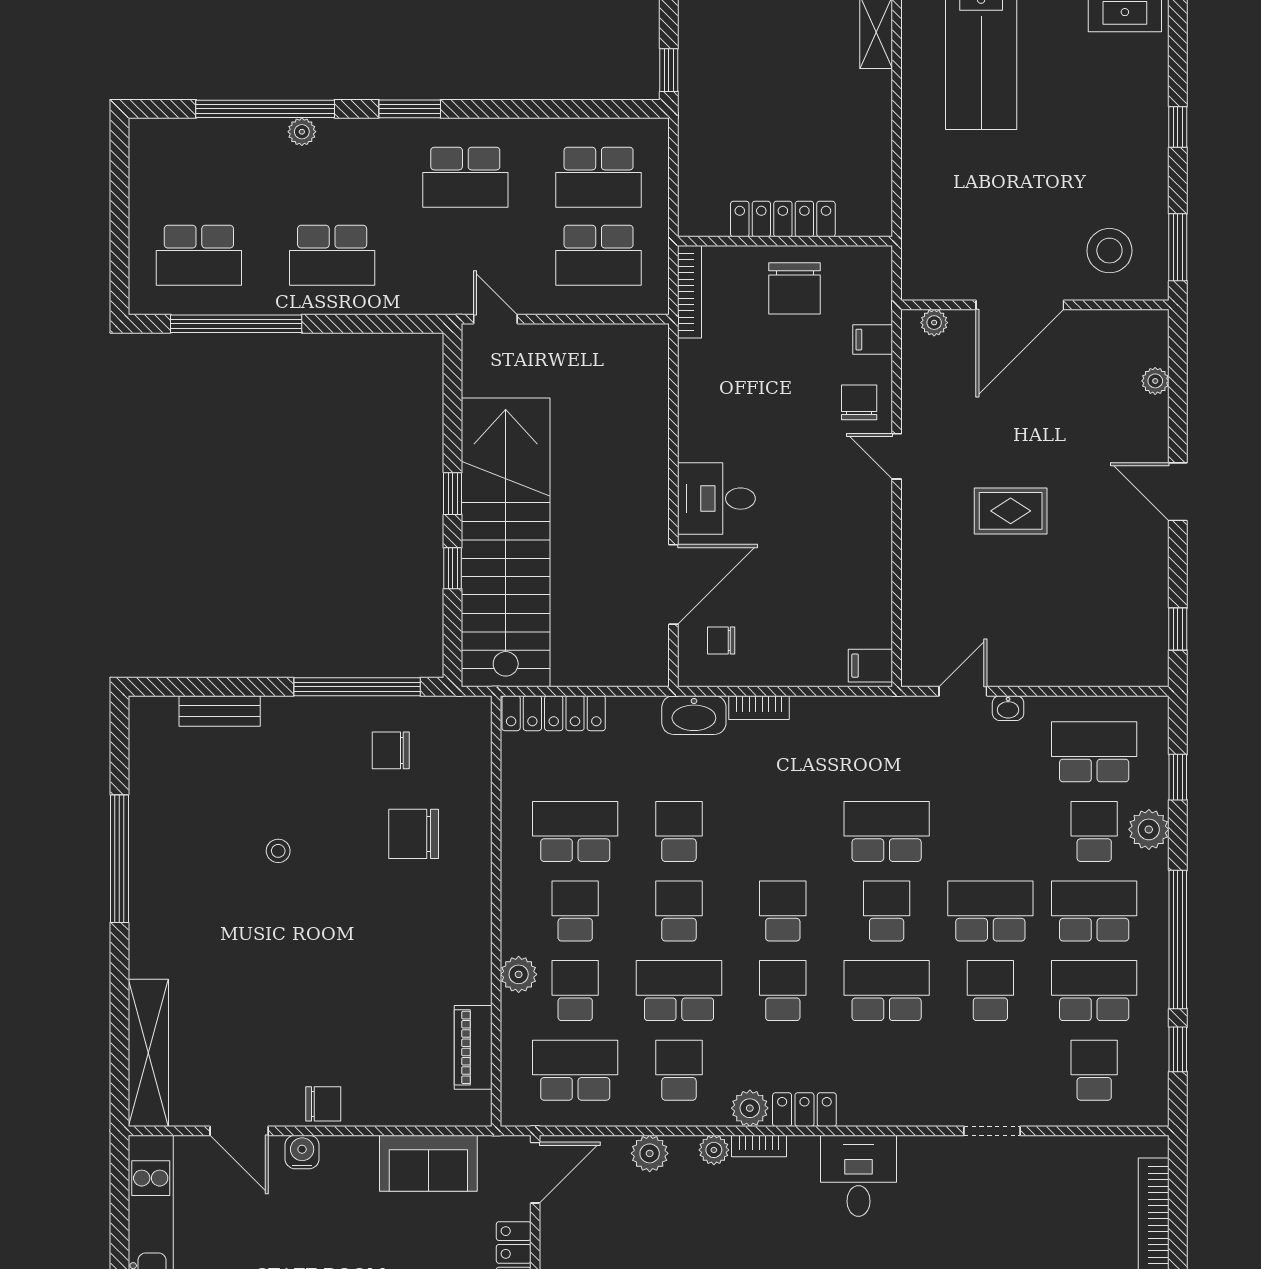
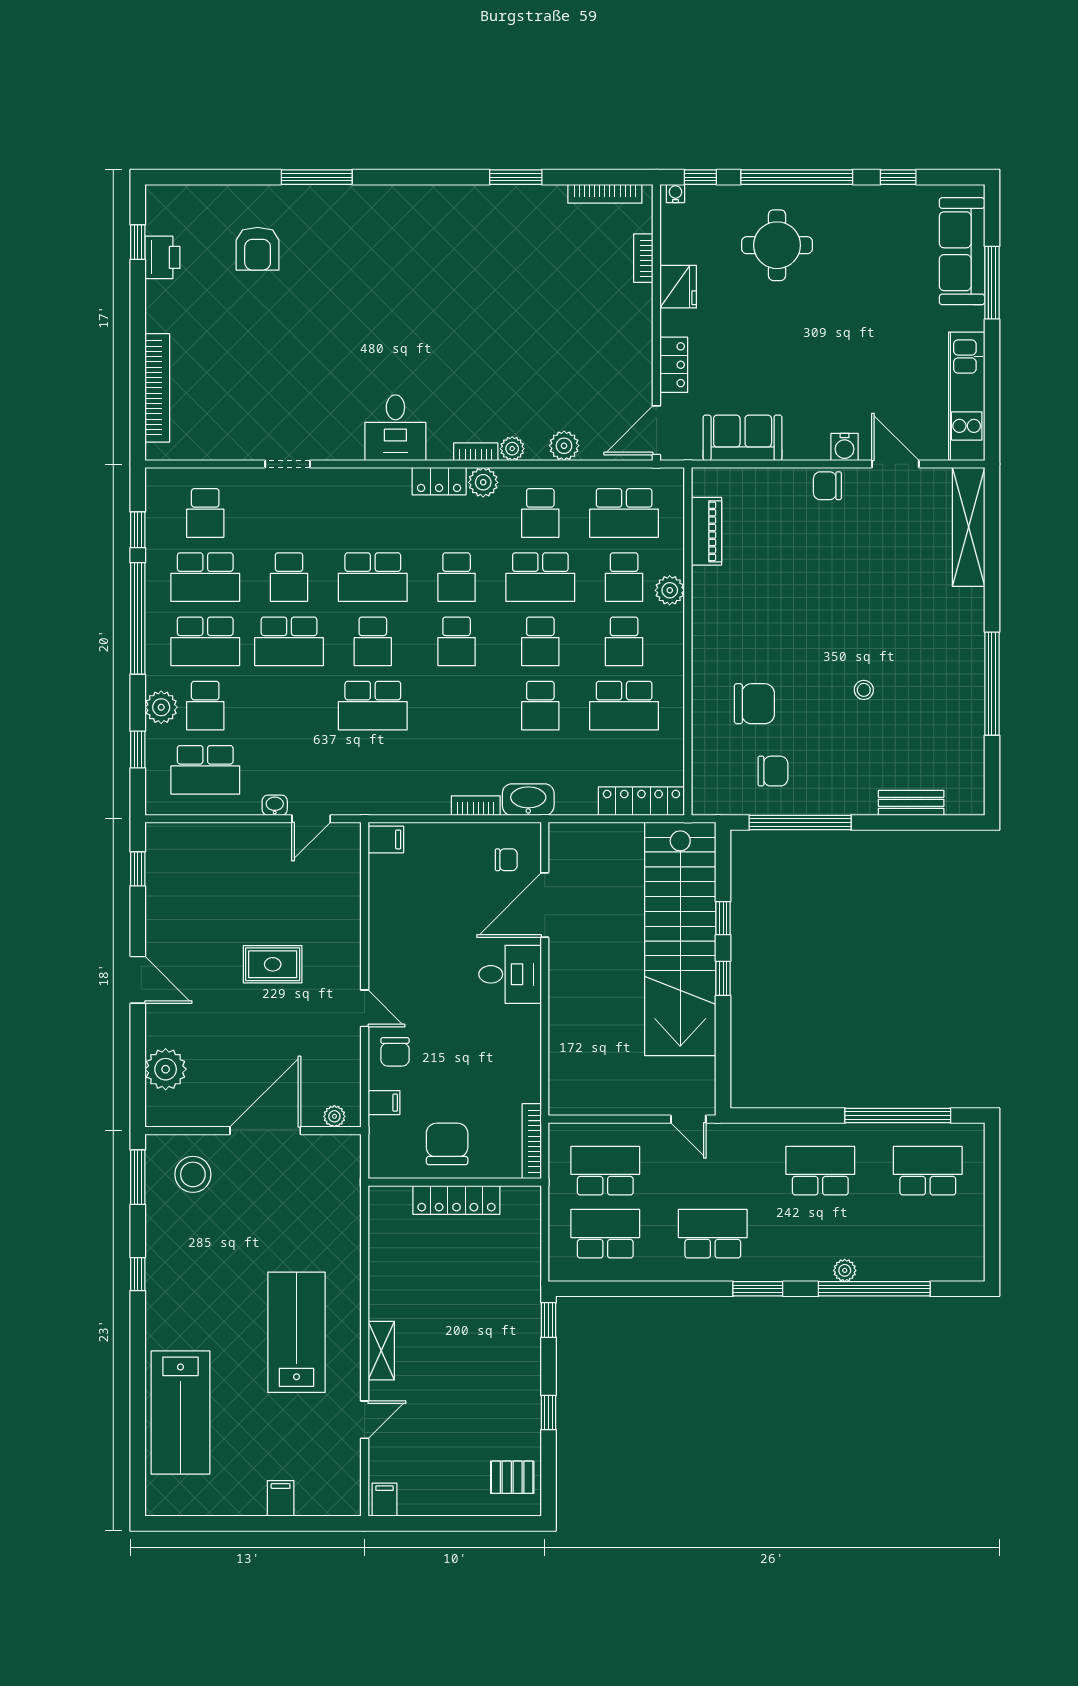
plant: (1155, 381) -> (166, 1069), width x1.88, depth x1.88

